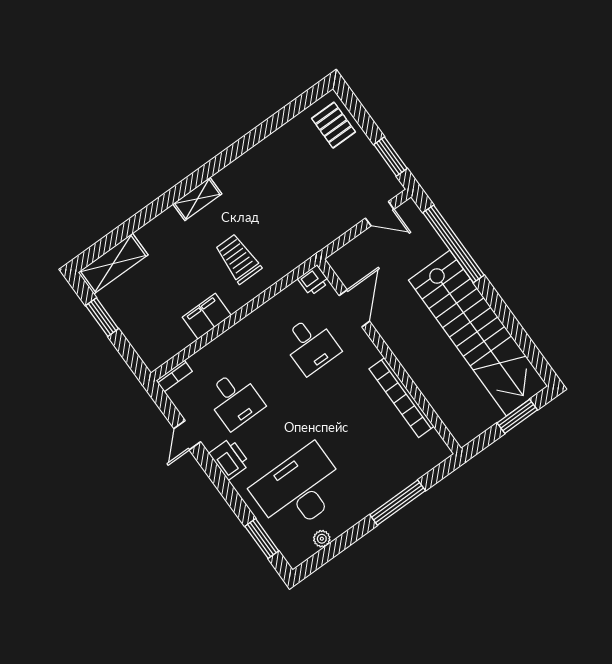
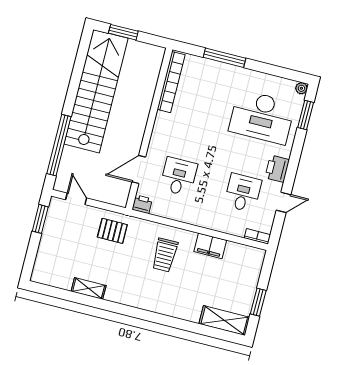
pallet: (333, 125) -> (112, 231), moved, turned 90
shelving: (197, 199) -> (89, 288), moved
bookcase: (402, 398) -> (171, 82), moved
plant: (322, 539) -> (301, 88), moved

